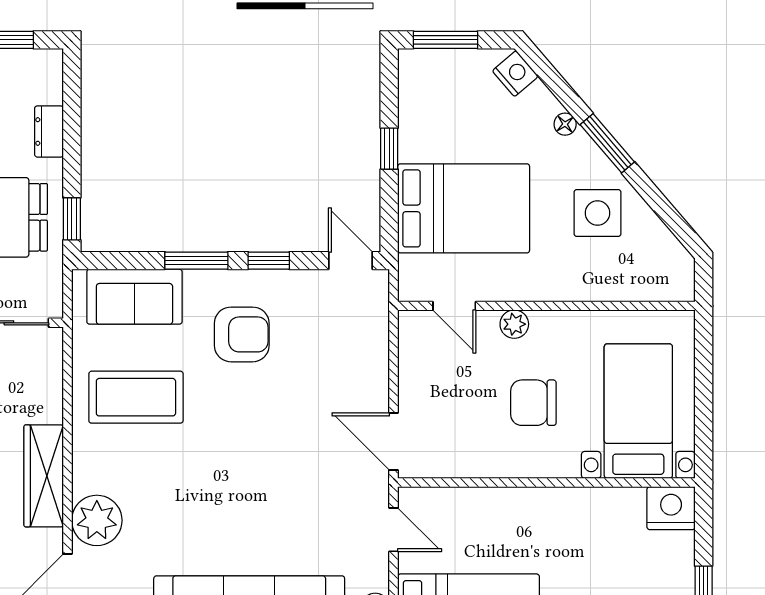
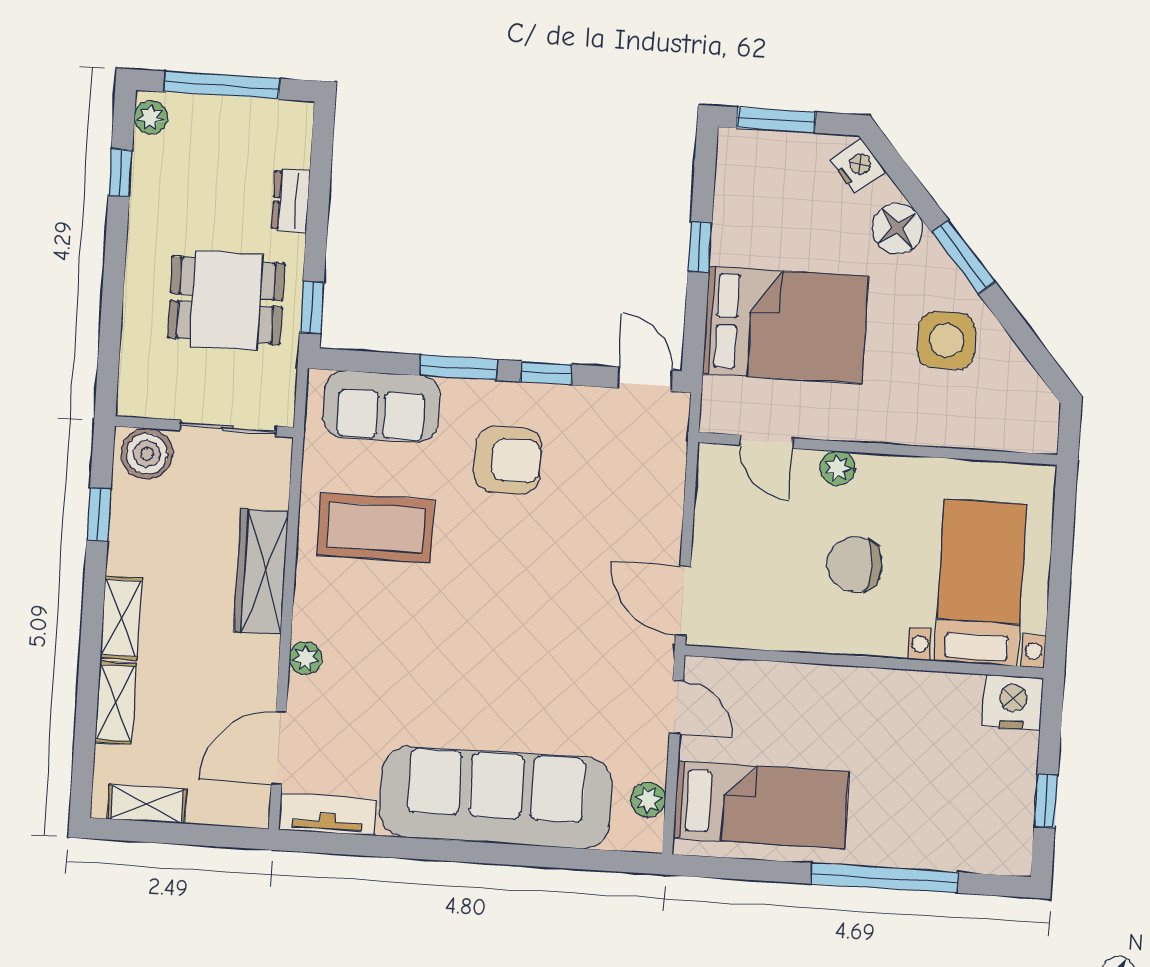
floor lamp: (565, 124) -> (897, 228), width x1.89, depth x1.89
wardrobe: (44, 476) -> (261, 571), moved
plant: (97, 520) -> (306, 658), width x0.53, depth x0.53

